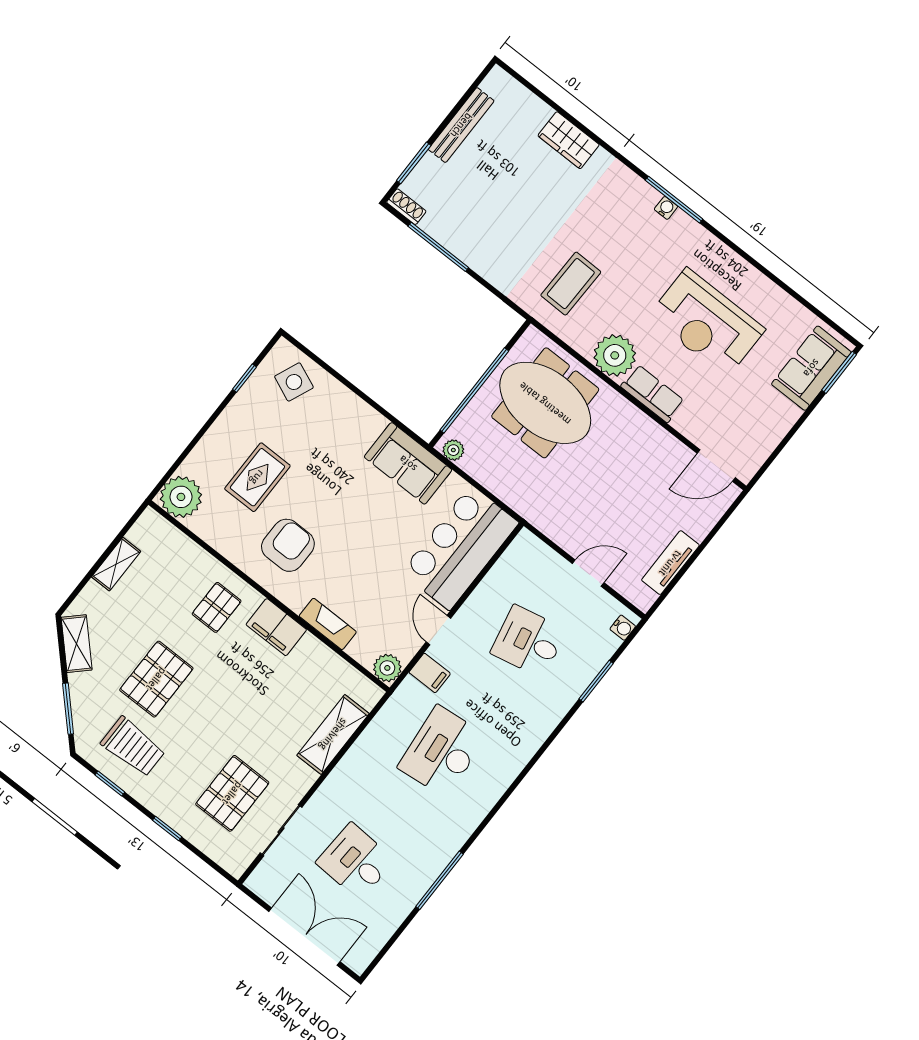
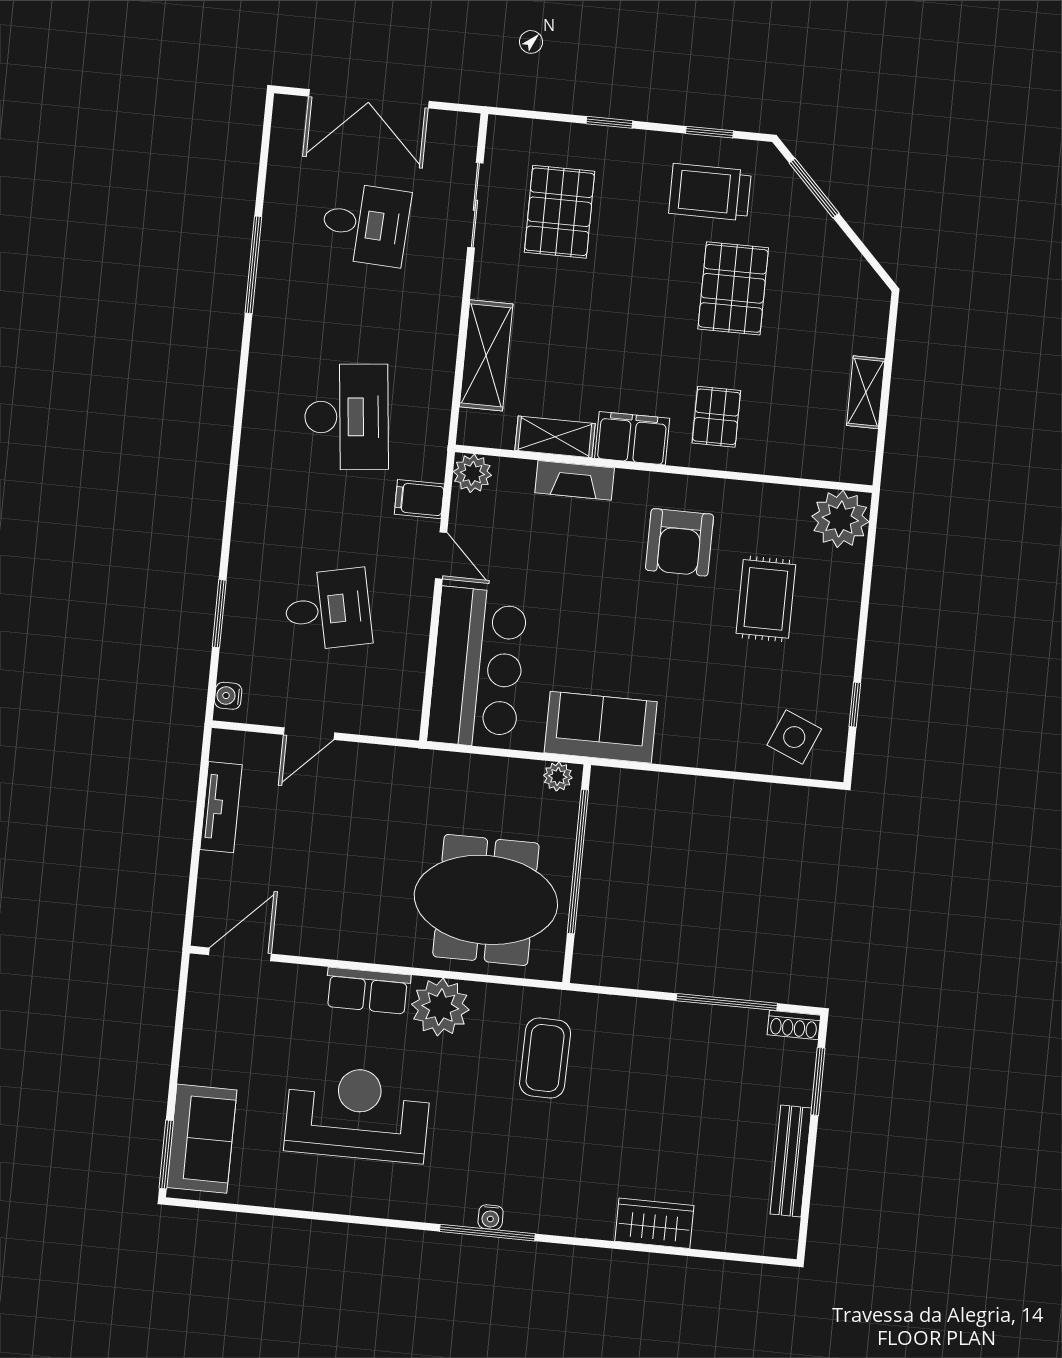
shelving: (77, 644) -> (555, 437), moved, turned -46

